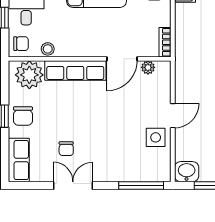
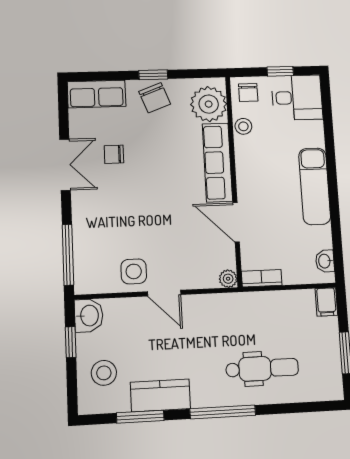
plant: (148, 67) -> (228, 279), moved
chair: (23, 116) -> (155, 98), turned -111

